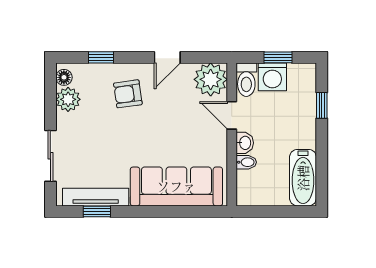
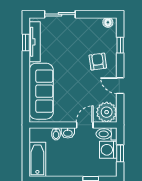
plant: (68, 99) -> (94, 25), removed
bathtub: (303, 178) -> (37, 159), moved, turned 90

